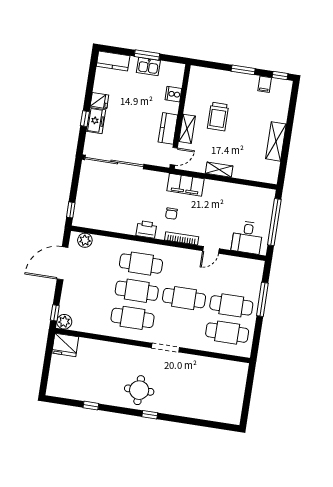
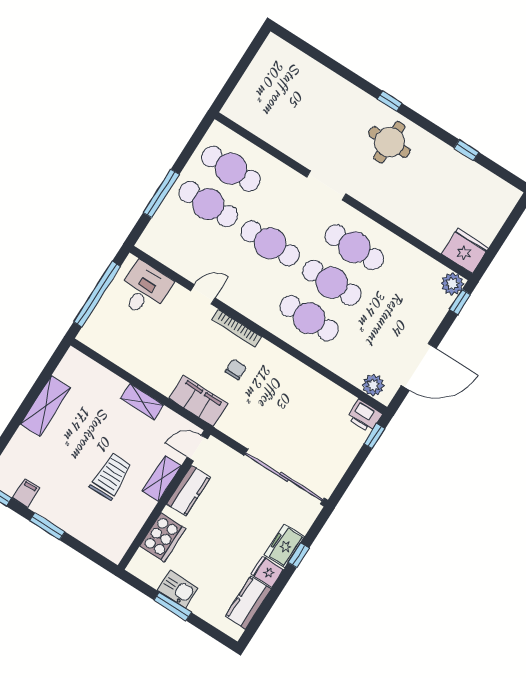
kitchen counter: (113, 61) -> (248, 603), moved, turned -90
cooker: (173, 94) -> (163, 537), width x1.87, depth x1.31
printer: (146, 229) -> (364, 416), moved

